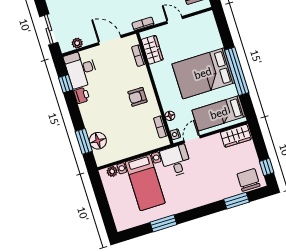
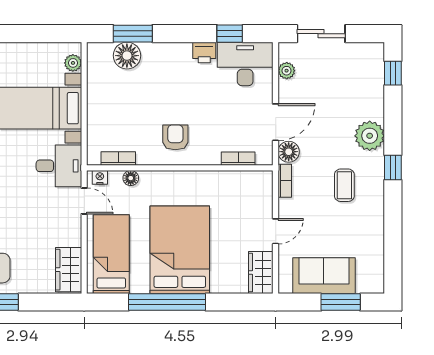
floor lamp: (125, 27) -> (289, 152), added
wardrobe: (152, 50) -> (261, 273), moved, turned 90

